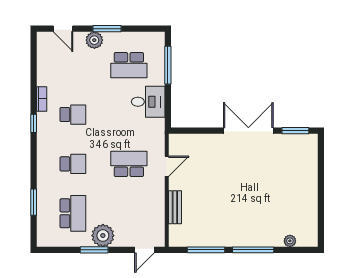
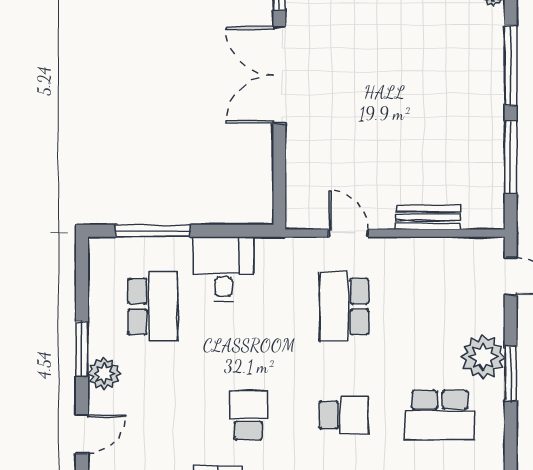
school desk: (73, 164) -> (344, 415), turned 90
school desk: (73, 213) -> (440, 415), turned 180

